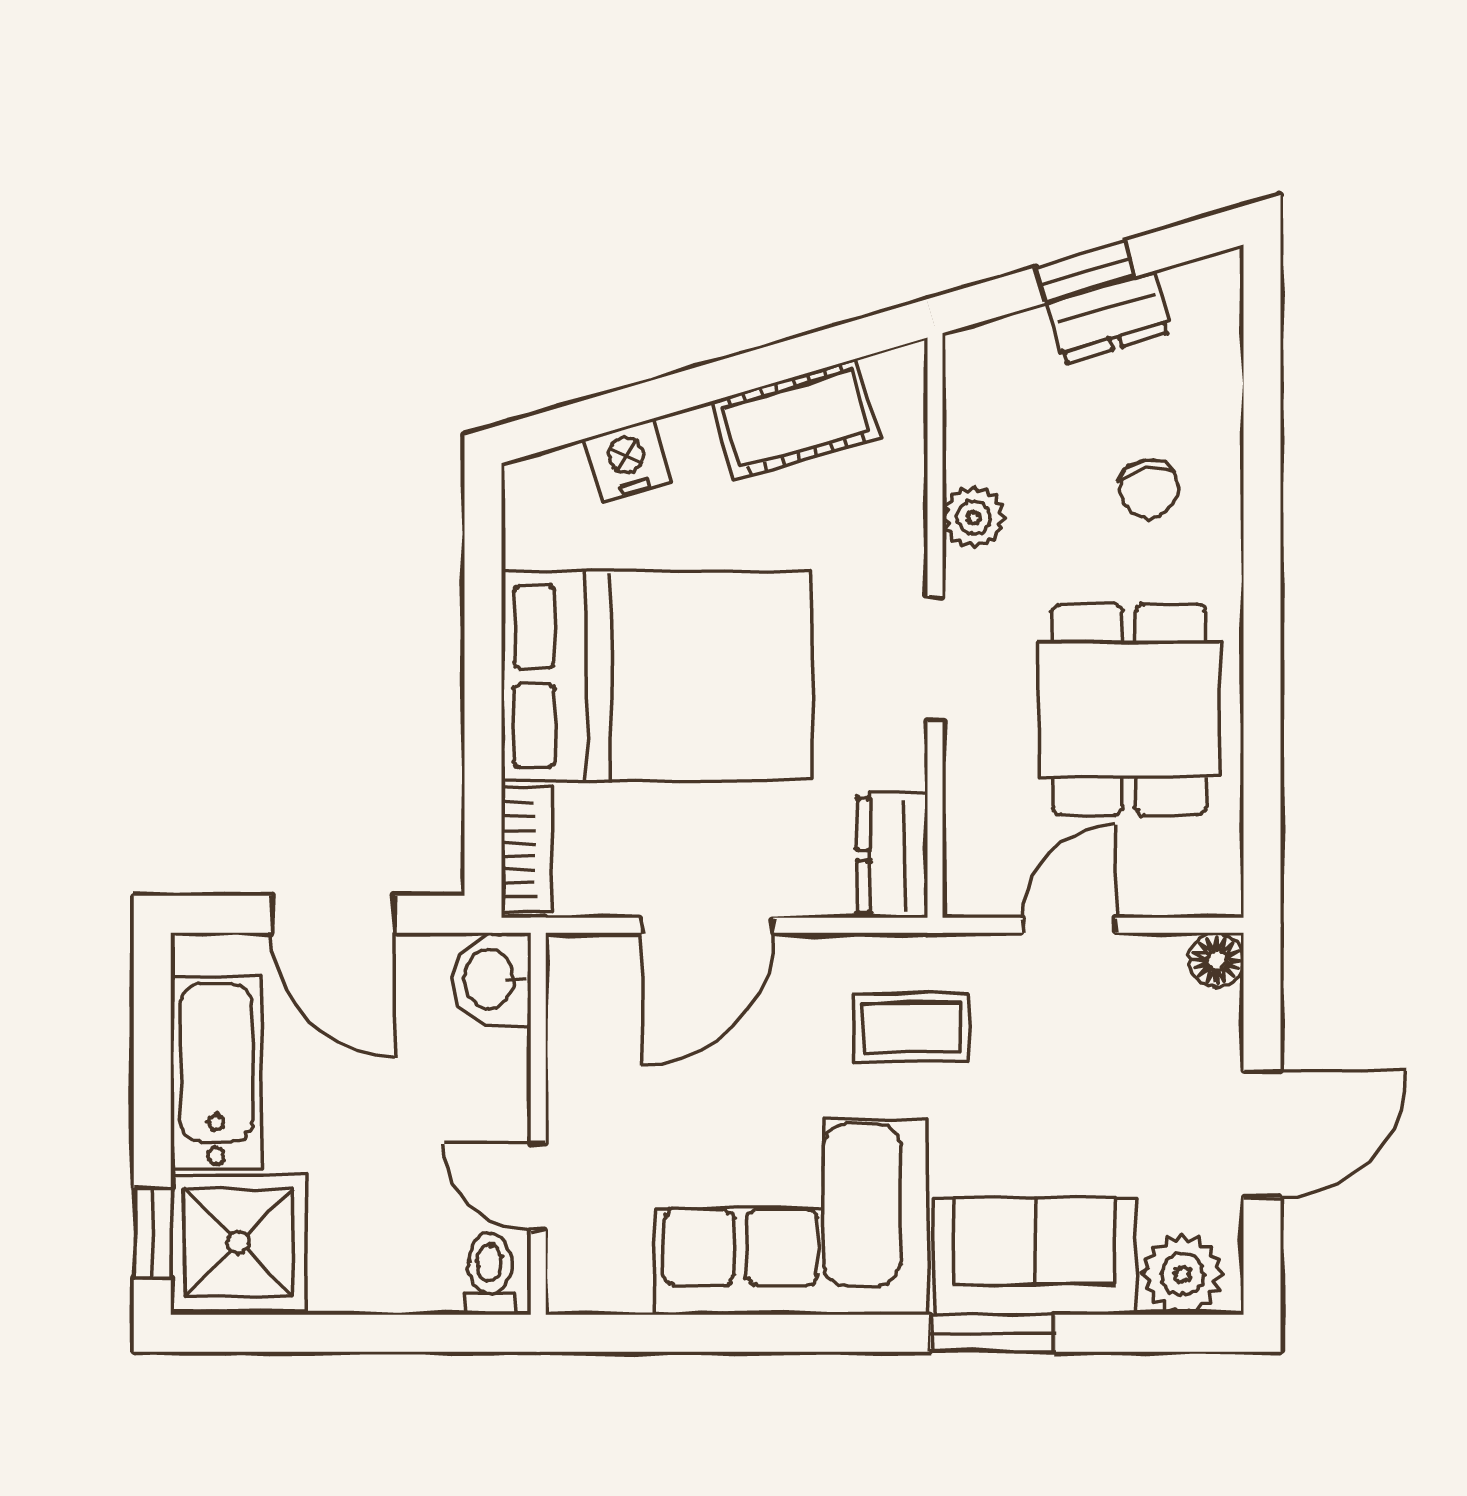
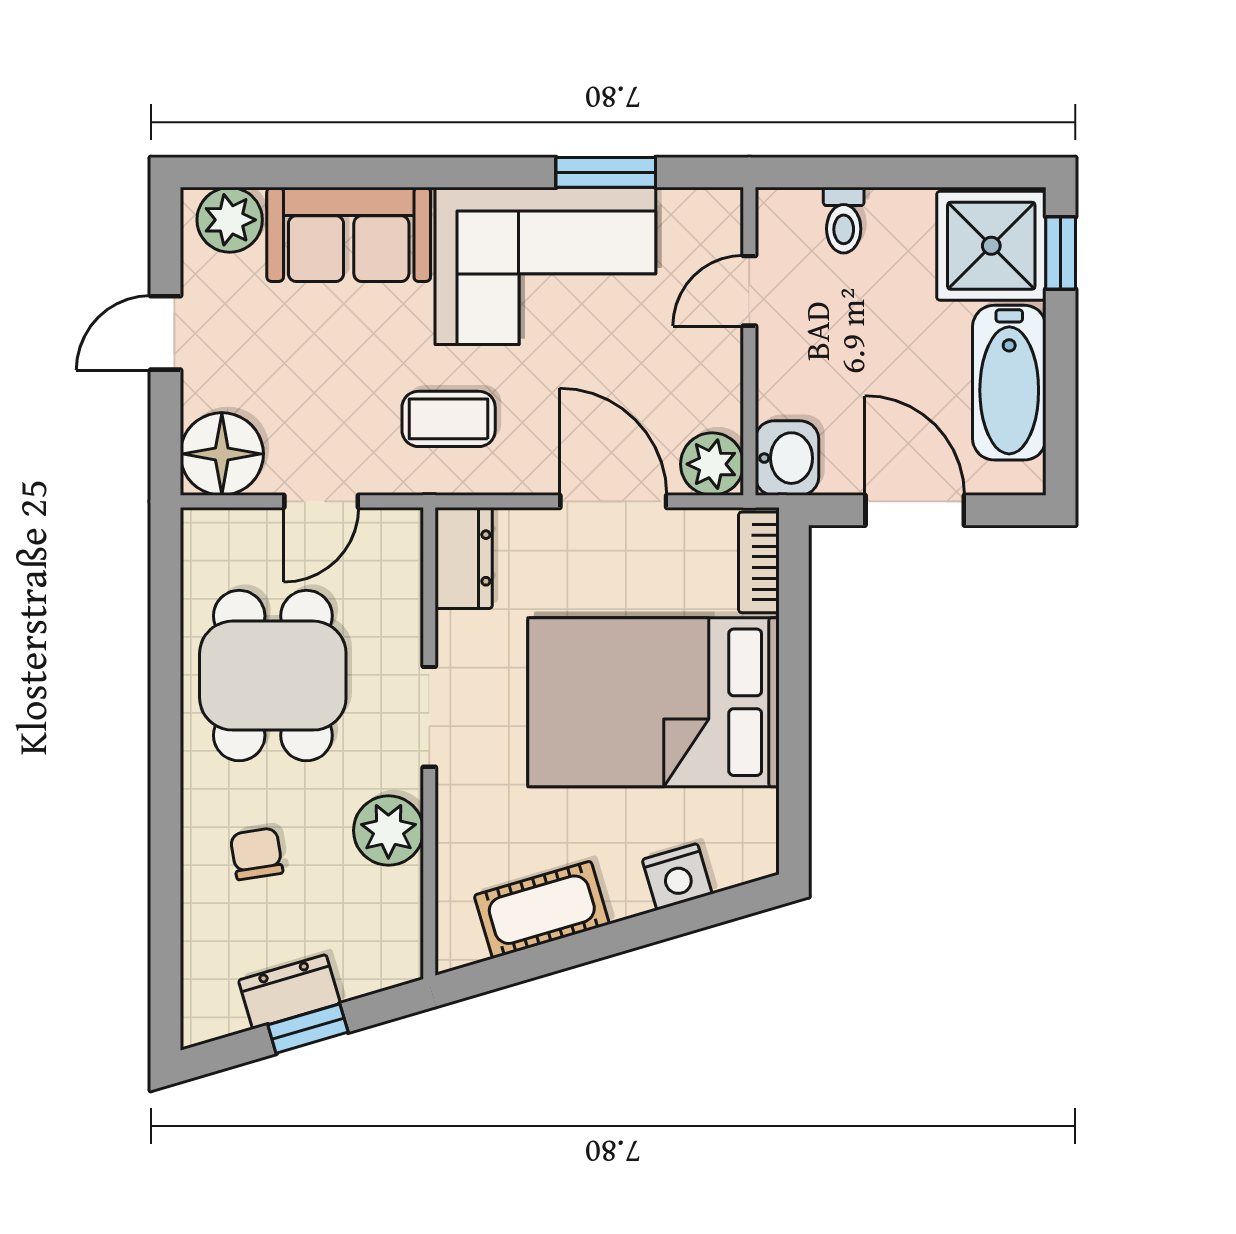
plant: (974, 517) -> (388, 830), width x1.38, depth x1.38
door: (707, 925) -> (613, 501), hinge flipped
floor lamp: (1216, 960) -> (222, 454), width x1.89, depth x1.89
plant: (584, 972) -> (712, 464), added
door: (1262, 1134) -> (165, 333), width x0.73
door: (538, 1186) -> (749, 291), swing flipped
toilet: (490, 1274) -> (844, 220), moved
window: (992, 1333) -> (606, 172), moved

